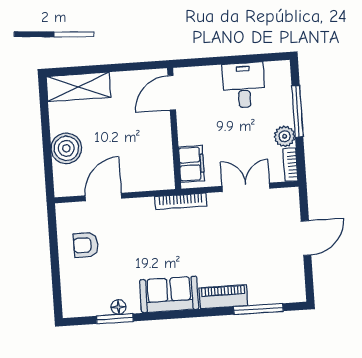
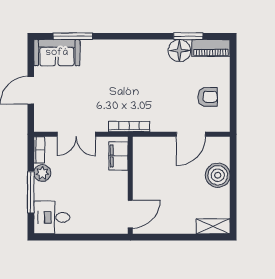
desk: (244, 85) -> (52, 217), moved, turned 90
shelving: (78, 87) -> (213, 226), width x0.67, depth x0.75
sofa: (169, 294) -> (57, 53), moved
piano: (223, 297) -> (211, 48), moved
floor lamp: (118, 307) -> (179, 51), width x1.89, depth x1.89

